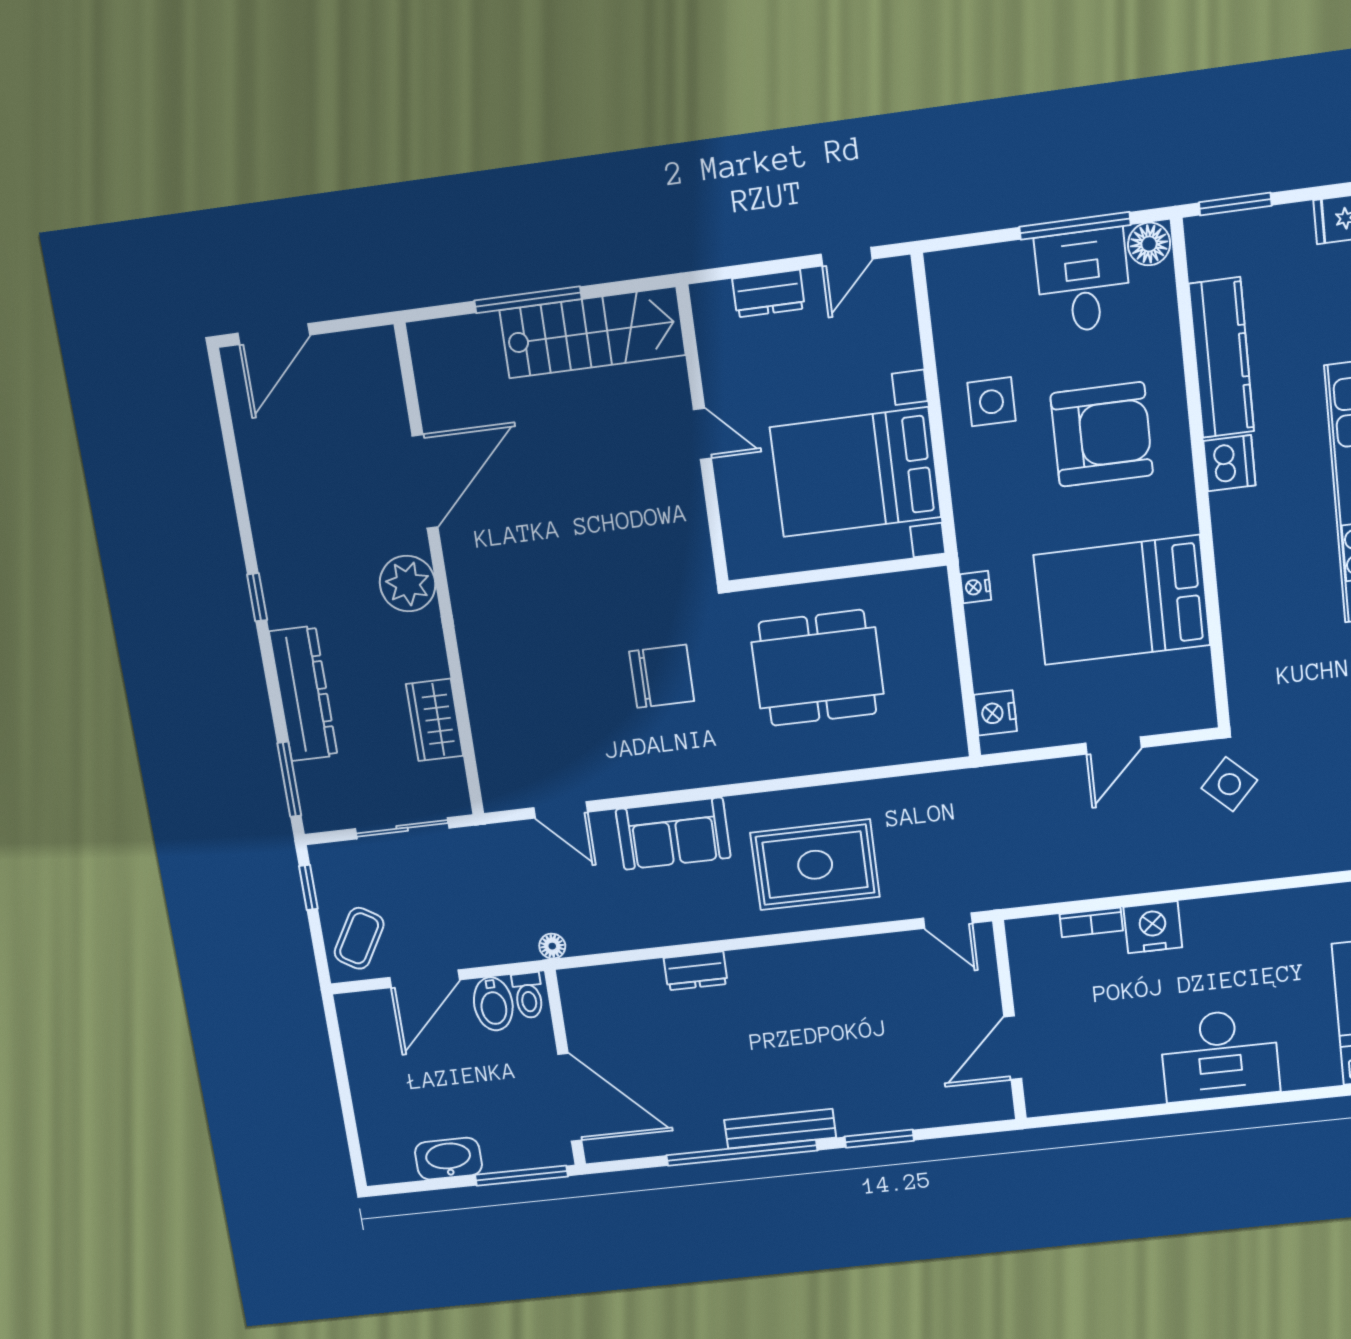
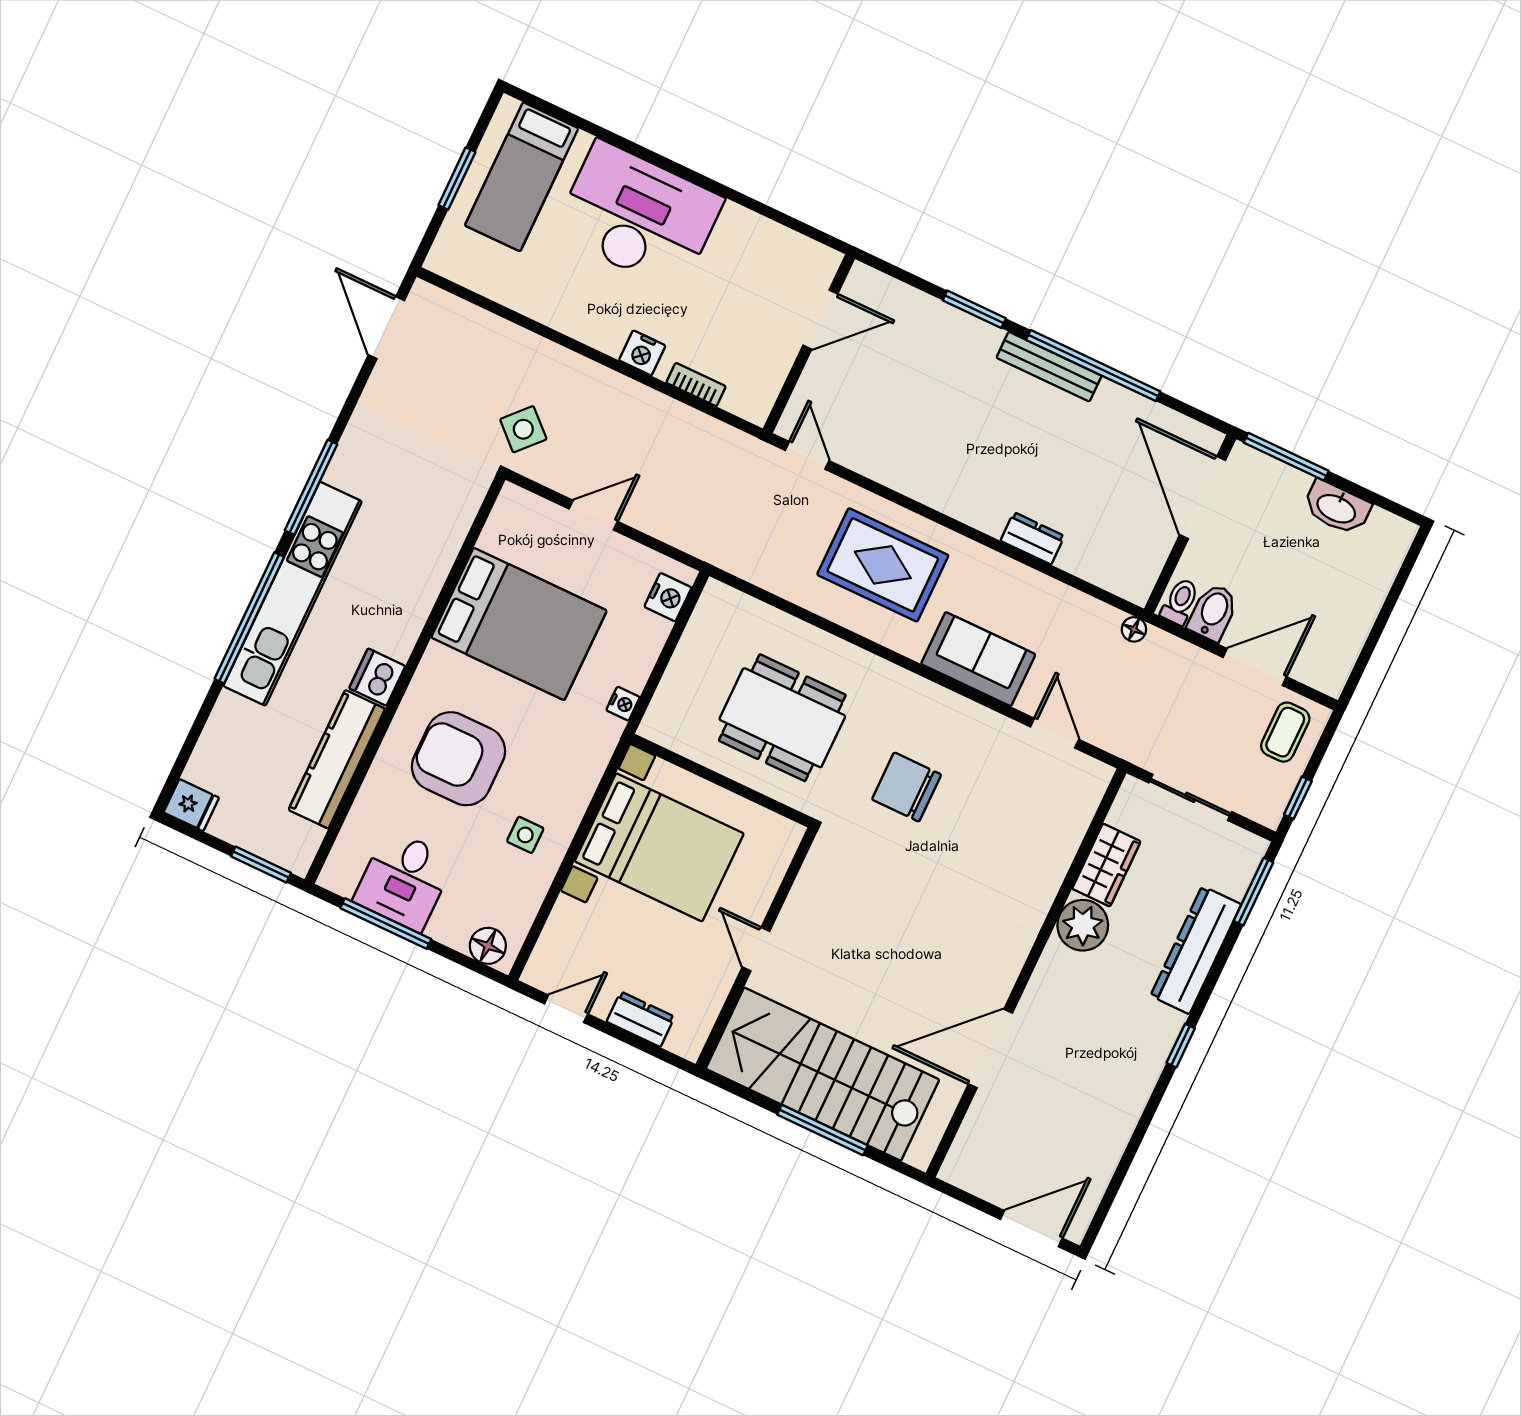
floor lamp: (1149, 244) -> (488, 946), moved
stairs: (592, 333) -> (823, 1074), width x1.36, depth x1.51
side table: (991, 402) -> (525, 835), width x0.73, depth x0.73
plant: (408, 584) -> (1083, 925), moved
nightstand: (1153, 927) -> (642, 353), width x0.74, depth x0.75
coffee table: (359, 938) -> (1285, 732), turned -31
desk: (1220, 1055) -> (638, 216), width x1.36, depth x1.30

